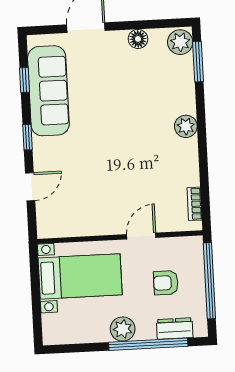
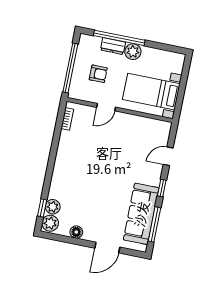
window: (198, 62) -> (42, 208), width x0.67
window: (25, 80) -> (154, 224), width x2.17
plant: (186, 126) -> (53, 207), moved
dresser: (175, 329) -> (113, 46), moved

